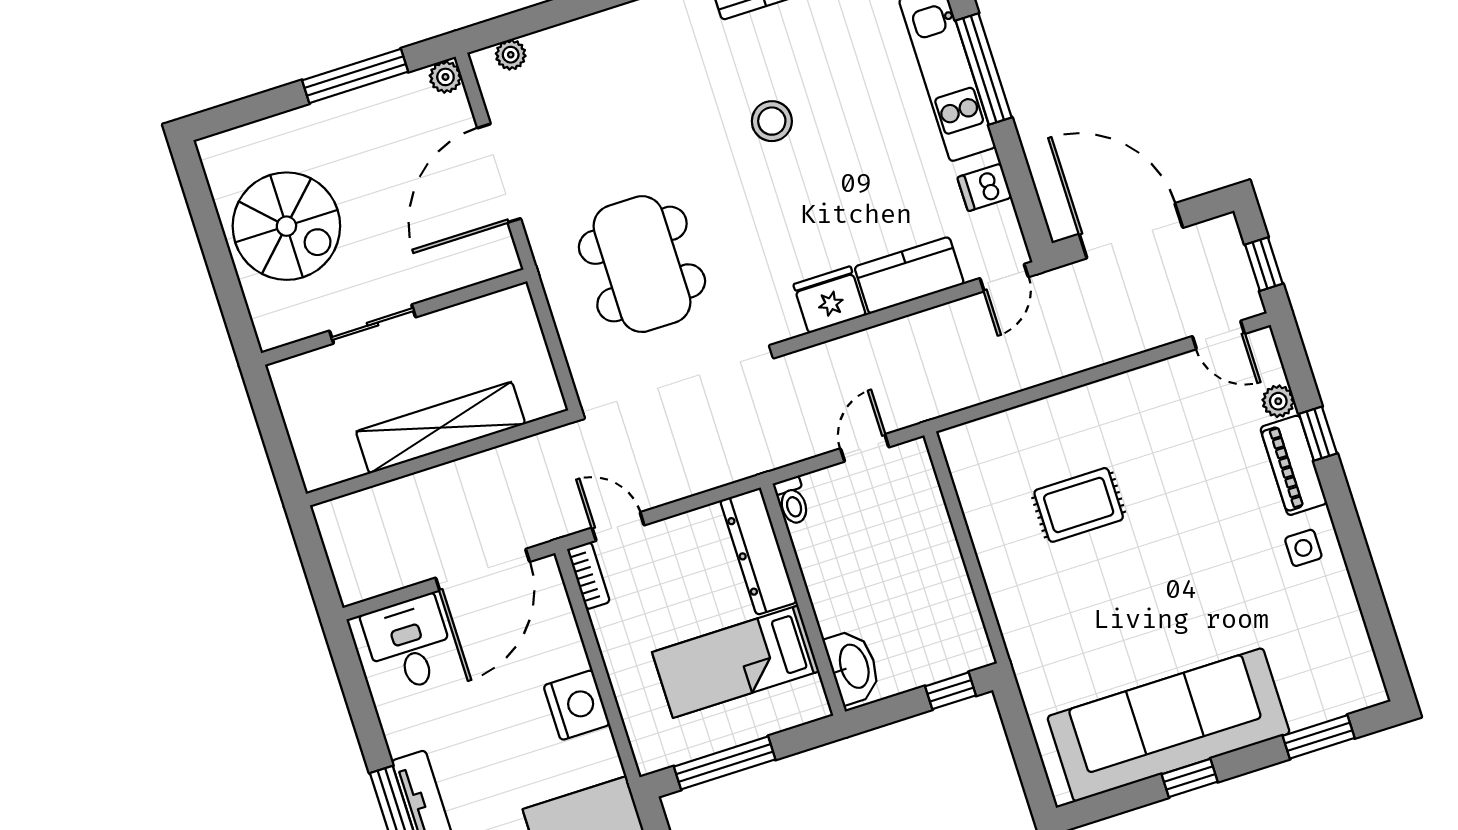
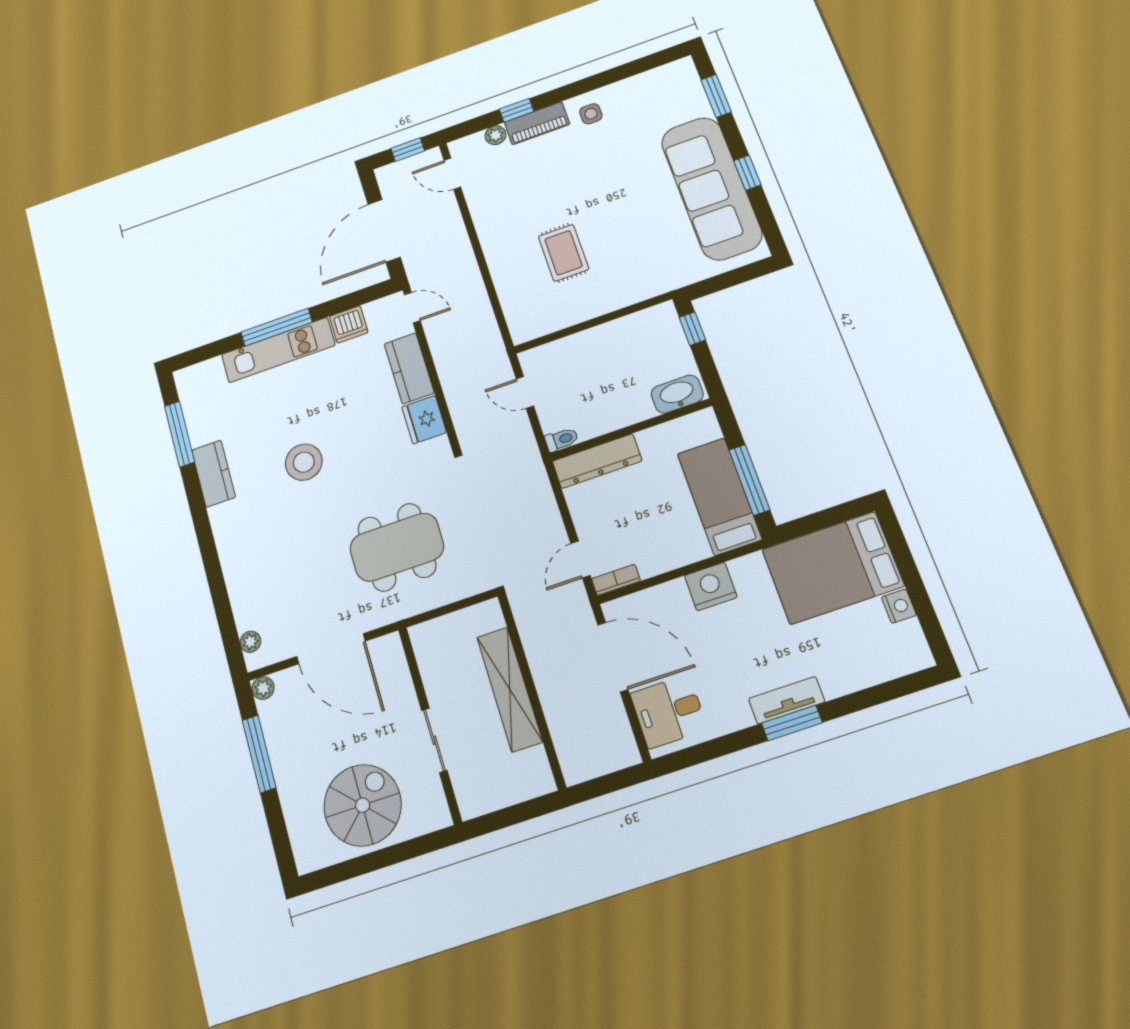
stool: (772, 121) -> (304, 462), width x1.38, depth x1.38
dishwasher: (985, 187) -> (349, 324), width x1.38
door: (1218, 335) -> (452, 174), swing flipped
bed: (736, 662) -> (719, 496), moved, turned 180

